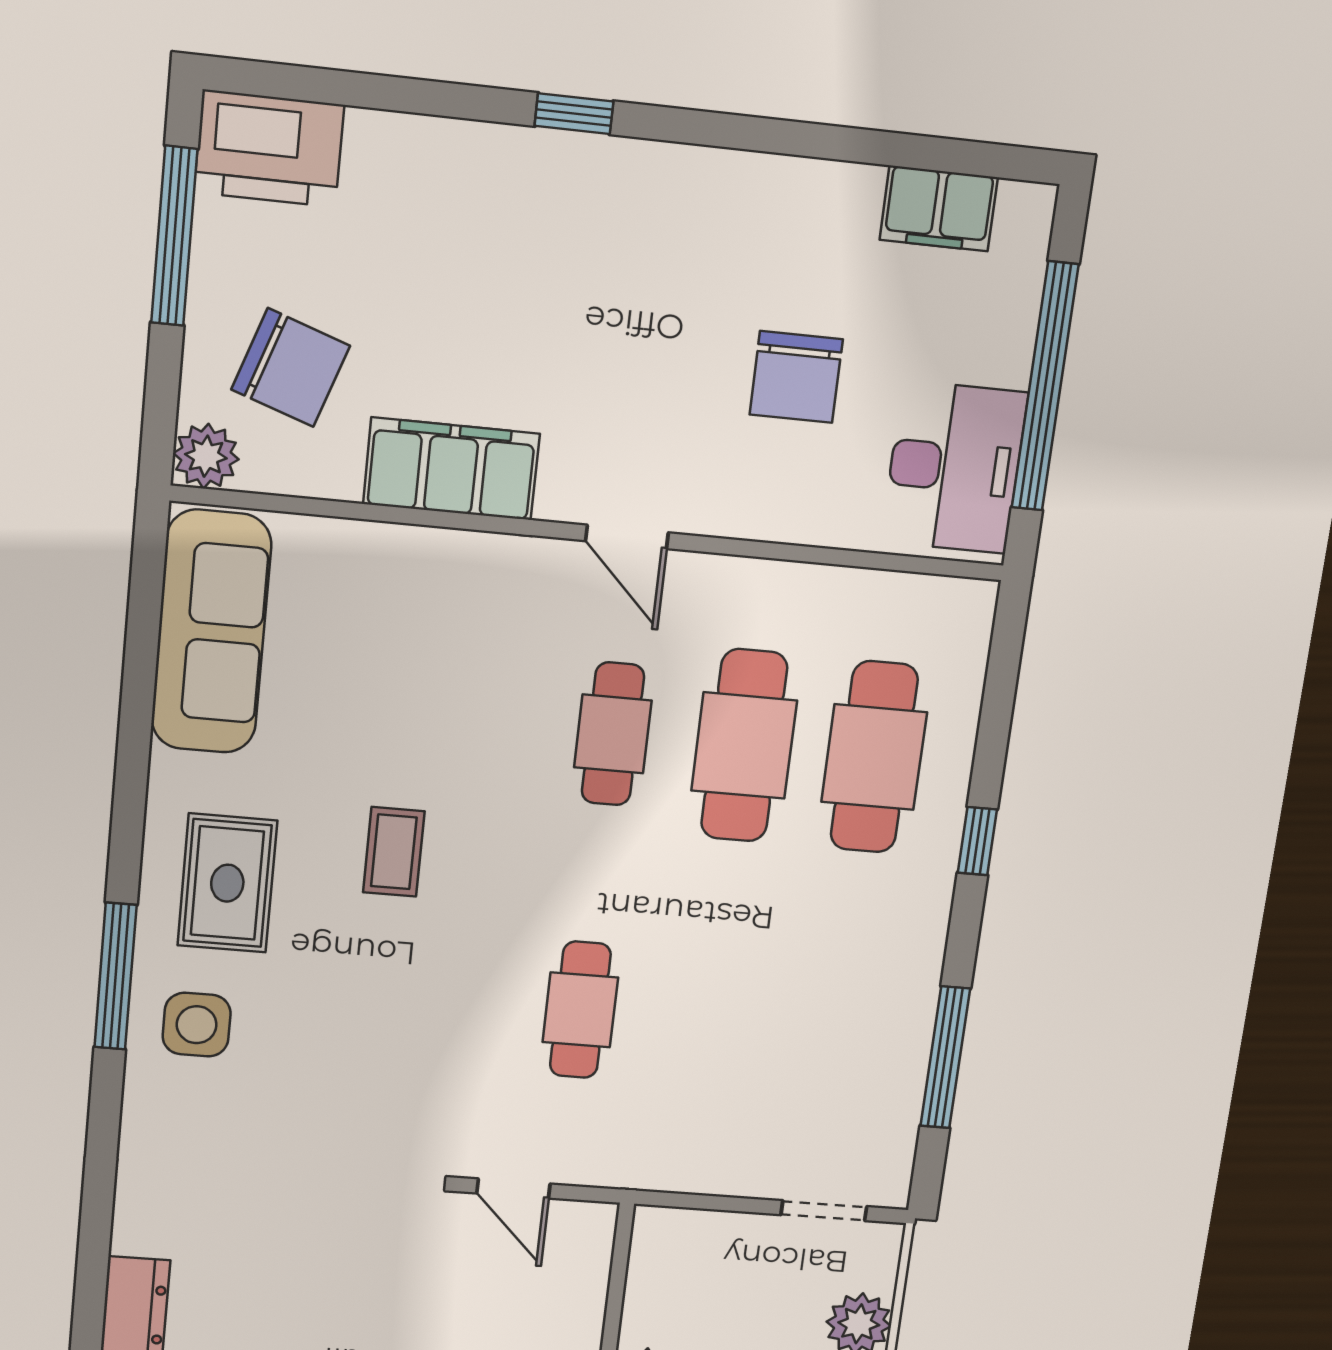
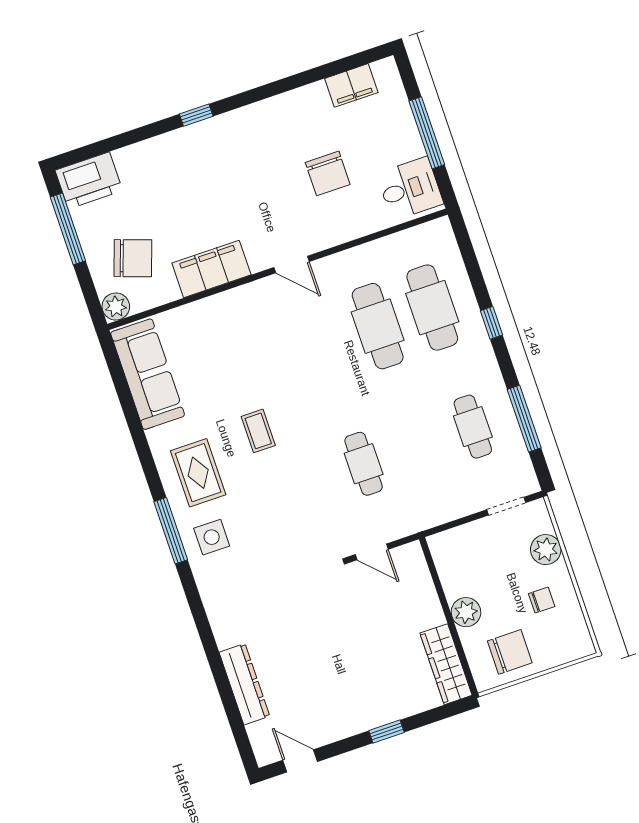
window: (1045, 387) -> (427, 133), width x0.68
desk: (954, 467) -> (410, 189), width x0.73
cafe table: (613, 734) -> (473, 427), moved

